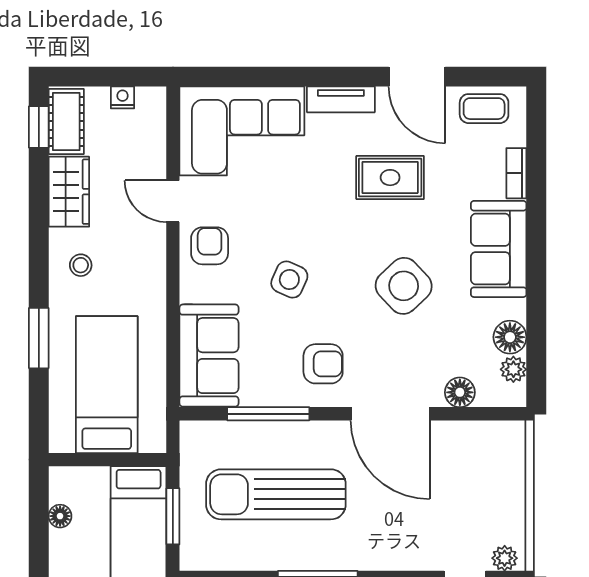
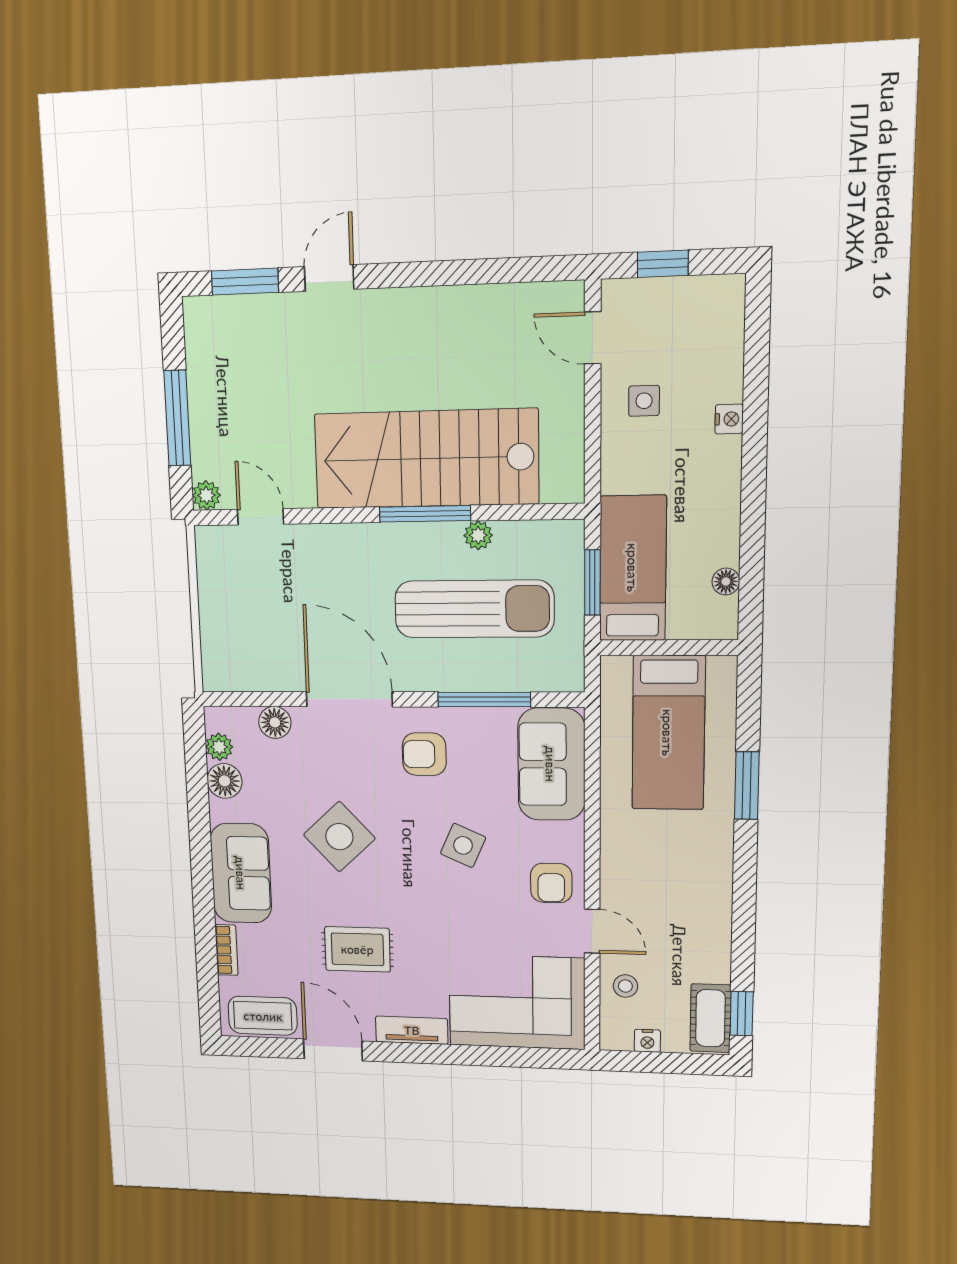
coffee table: (484, 109) -> (263, 1016), width x1.36, depth x1.30
wardrobe: (69, 192) -> (709, 944), removed
stool: (81, 265) -> (625, 986), moved
plant: (505, 558) -> (478, 535), moved

